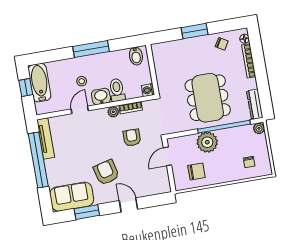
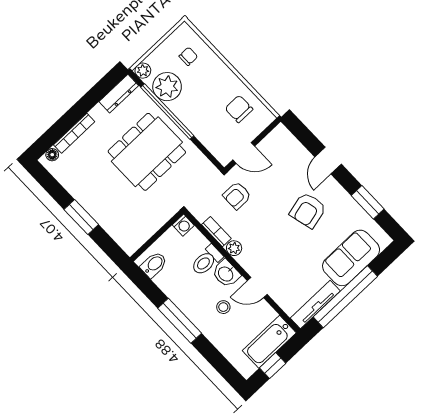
chair: (222, 44) -> (75, 177), removed
bathtub: (40, 83) -> (269, 342), moved
armchair: (132, 138) -> (237, 196), moved
plant: (207, 142) -> (167, 87), moved
sofa: (72, 197) -> (351, 258), moved, turned 90

